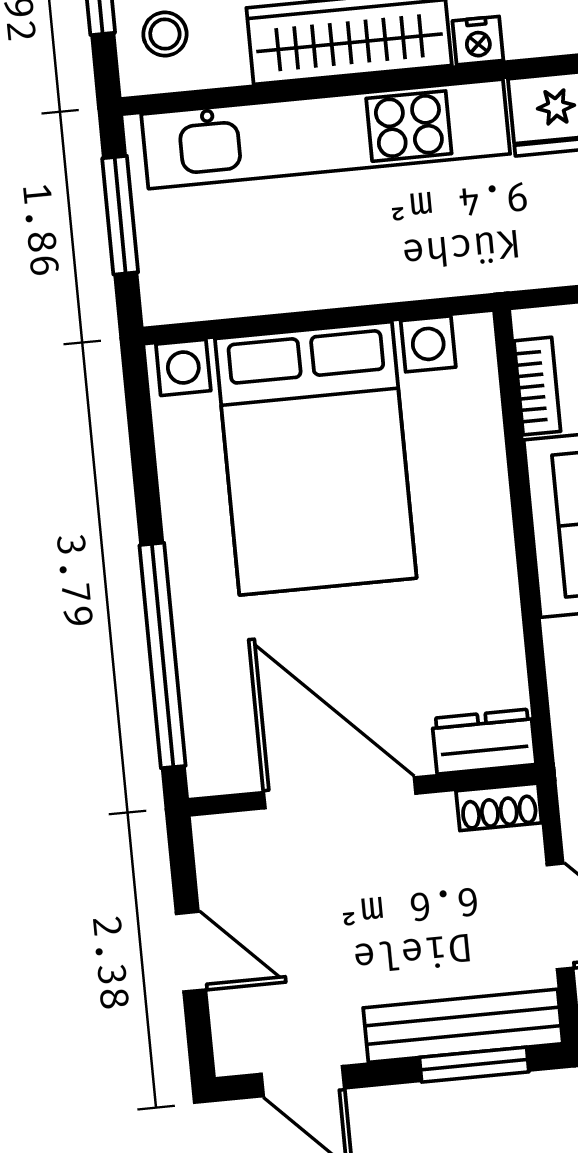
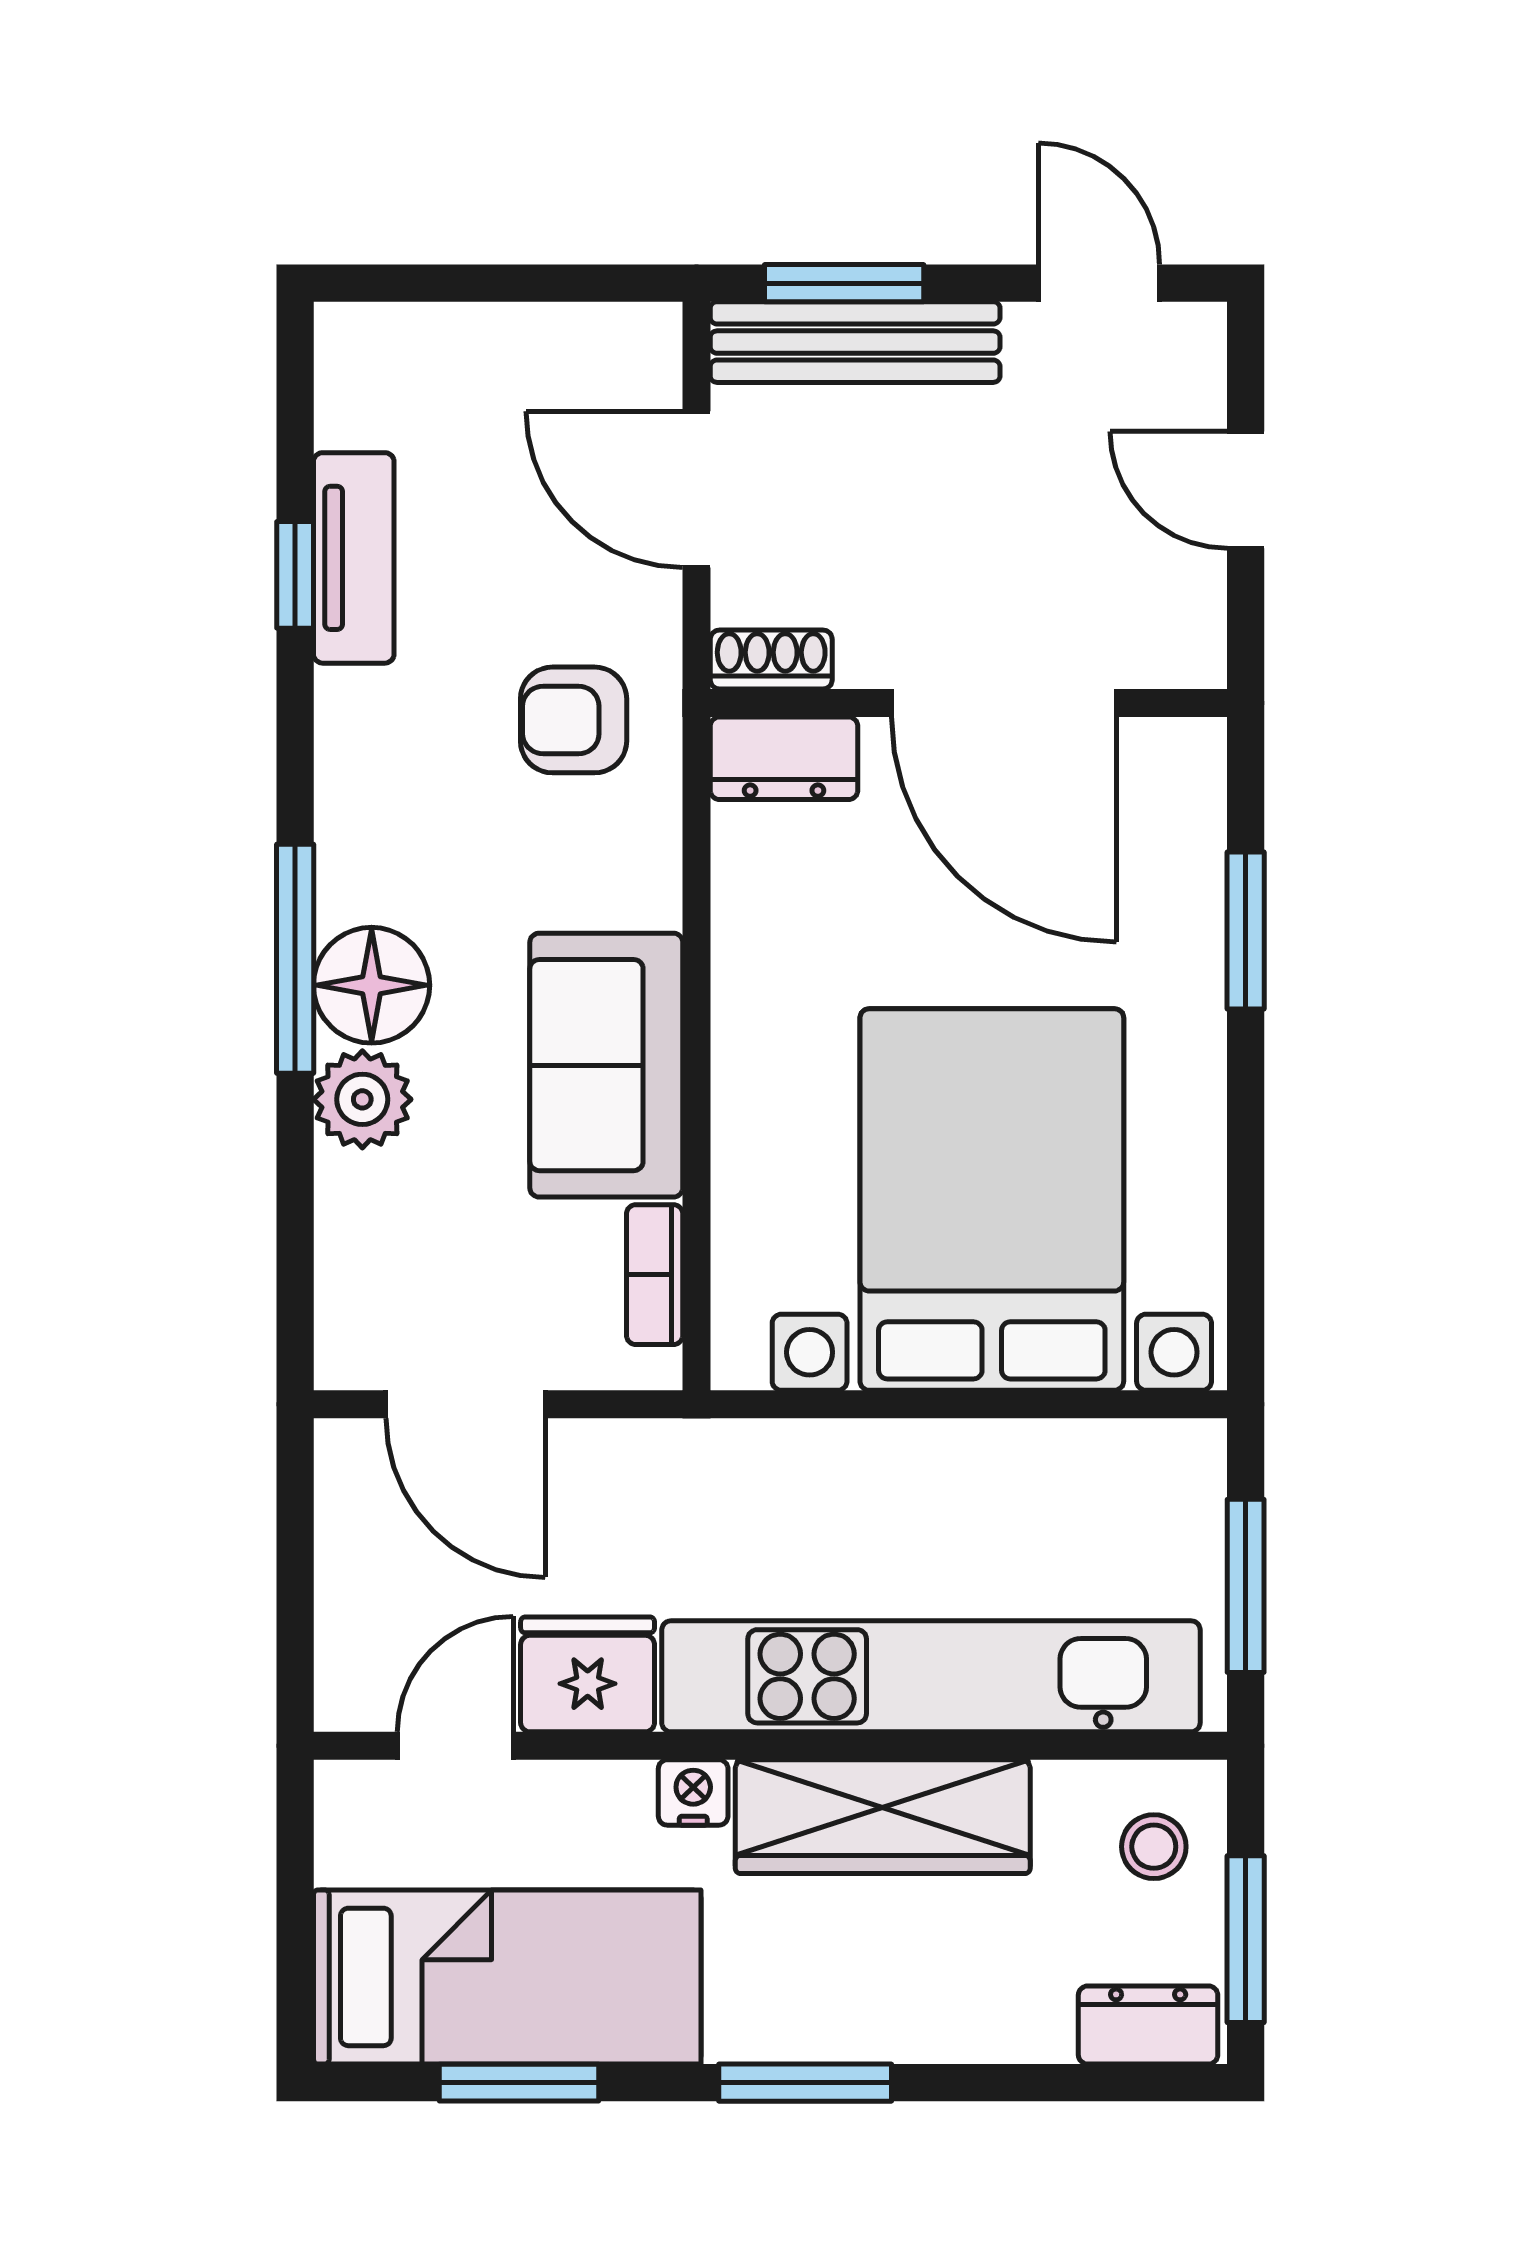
window: (163, 655) -> (1246, 931), width x0.47

